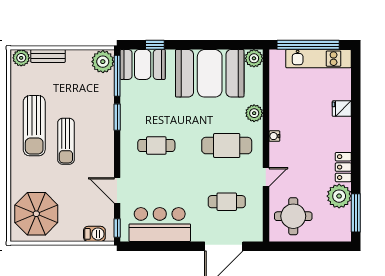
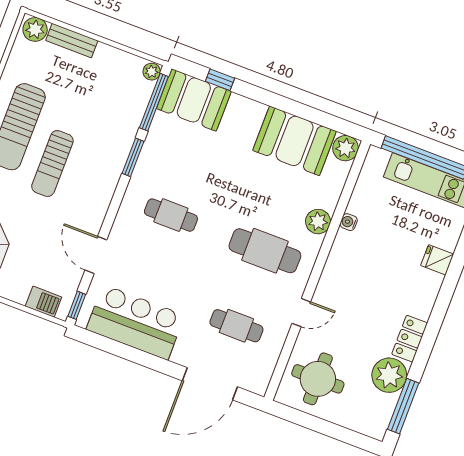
plant: (103, 62) -> (152, 72), width x0.53, depth x0.53
booth: (210, 73) -> (295, 141), width x0.73, depth x0.70
water cooler: (274, 136) -> (349, 222), moved

